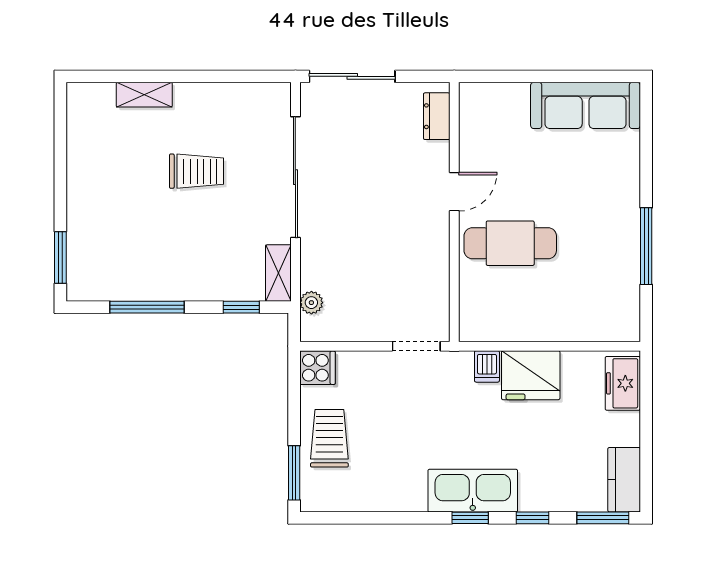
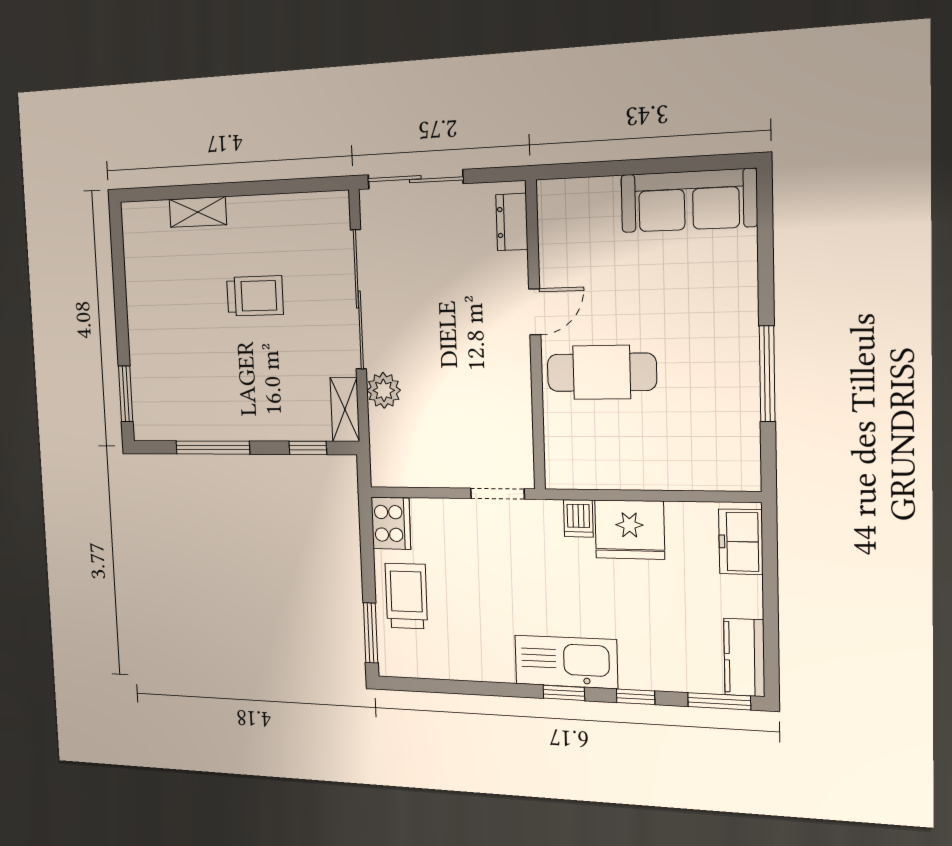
plant: (311, 303) -> (384, 390), moved, width x1.38, depth x1.38
cooker: (318, 368) -> (391, 523), width x1.36

